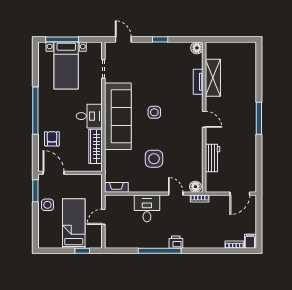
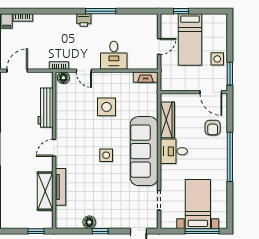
window: (222, 39) -> (36, 231), added
floor lamp: (197, 48) -> (89, 222), moved
tv unit: (198, 82) -> (60, 187), width x1.41
door: (204, 119) -> (54, 148), hinge flipped
workbench: (213, 158) -> (46, 108), width x1.38
window: (160, 251) -> (101, 11), width x0.68

